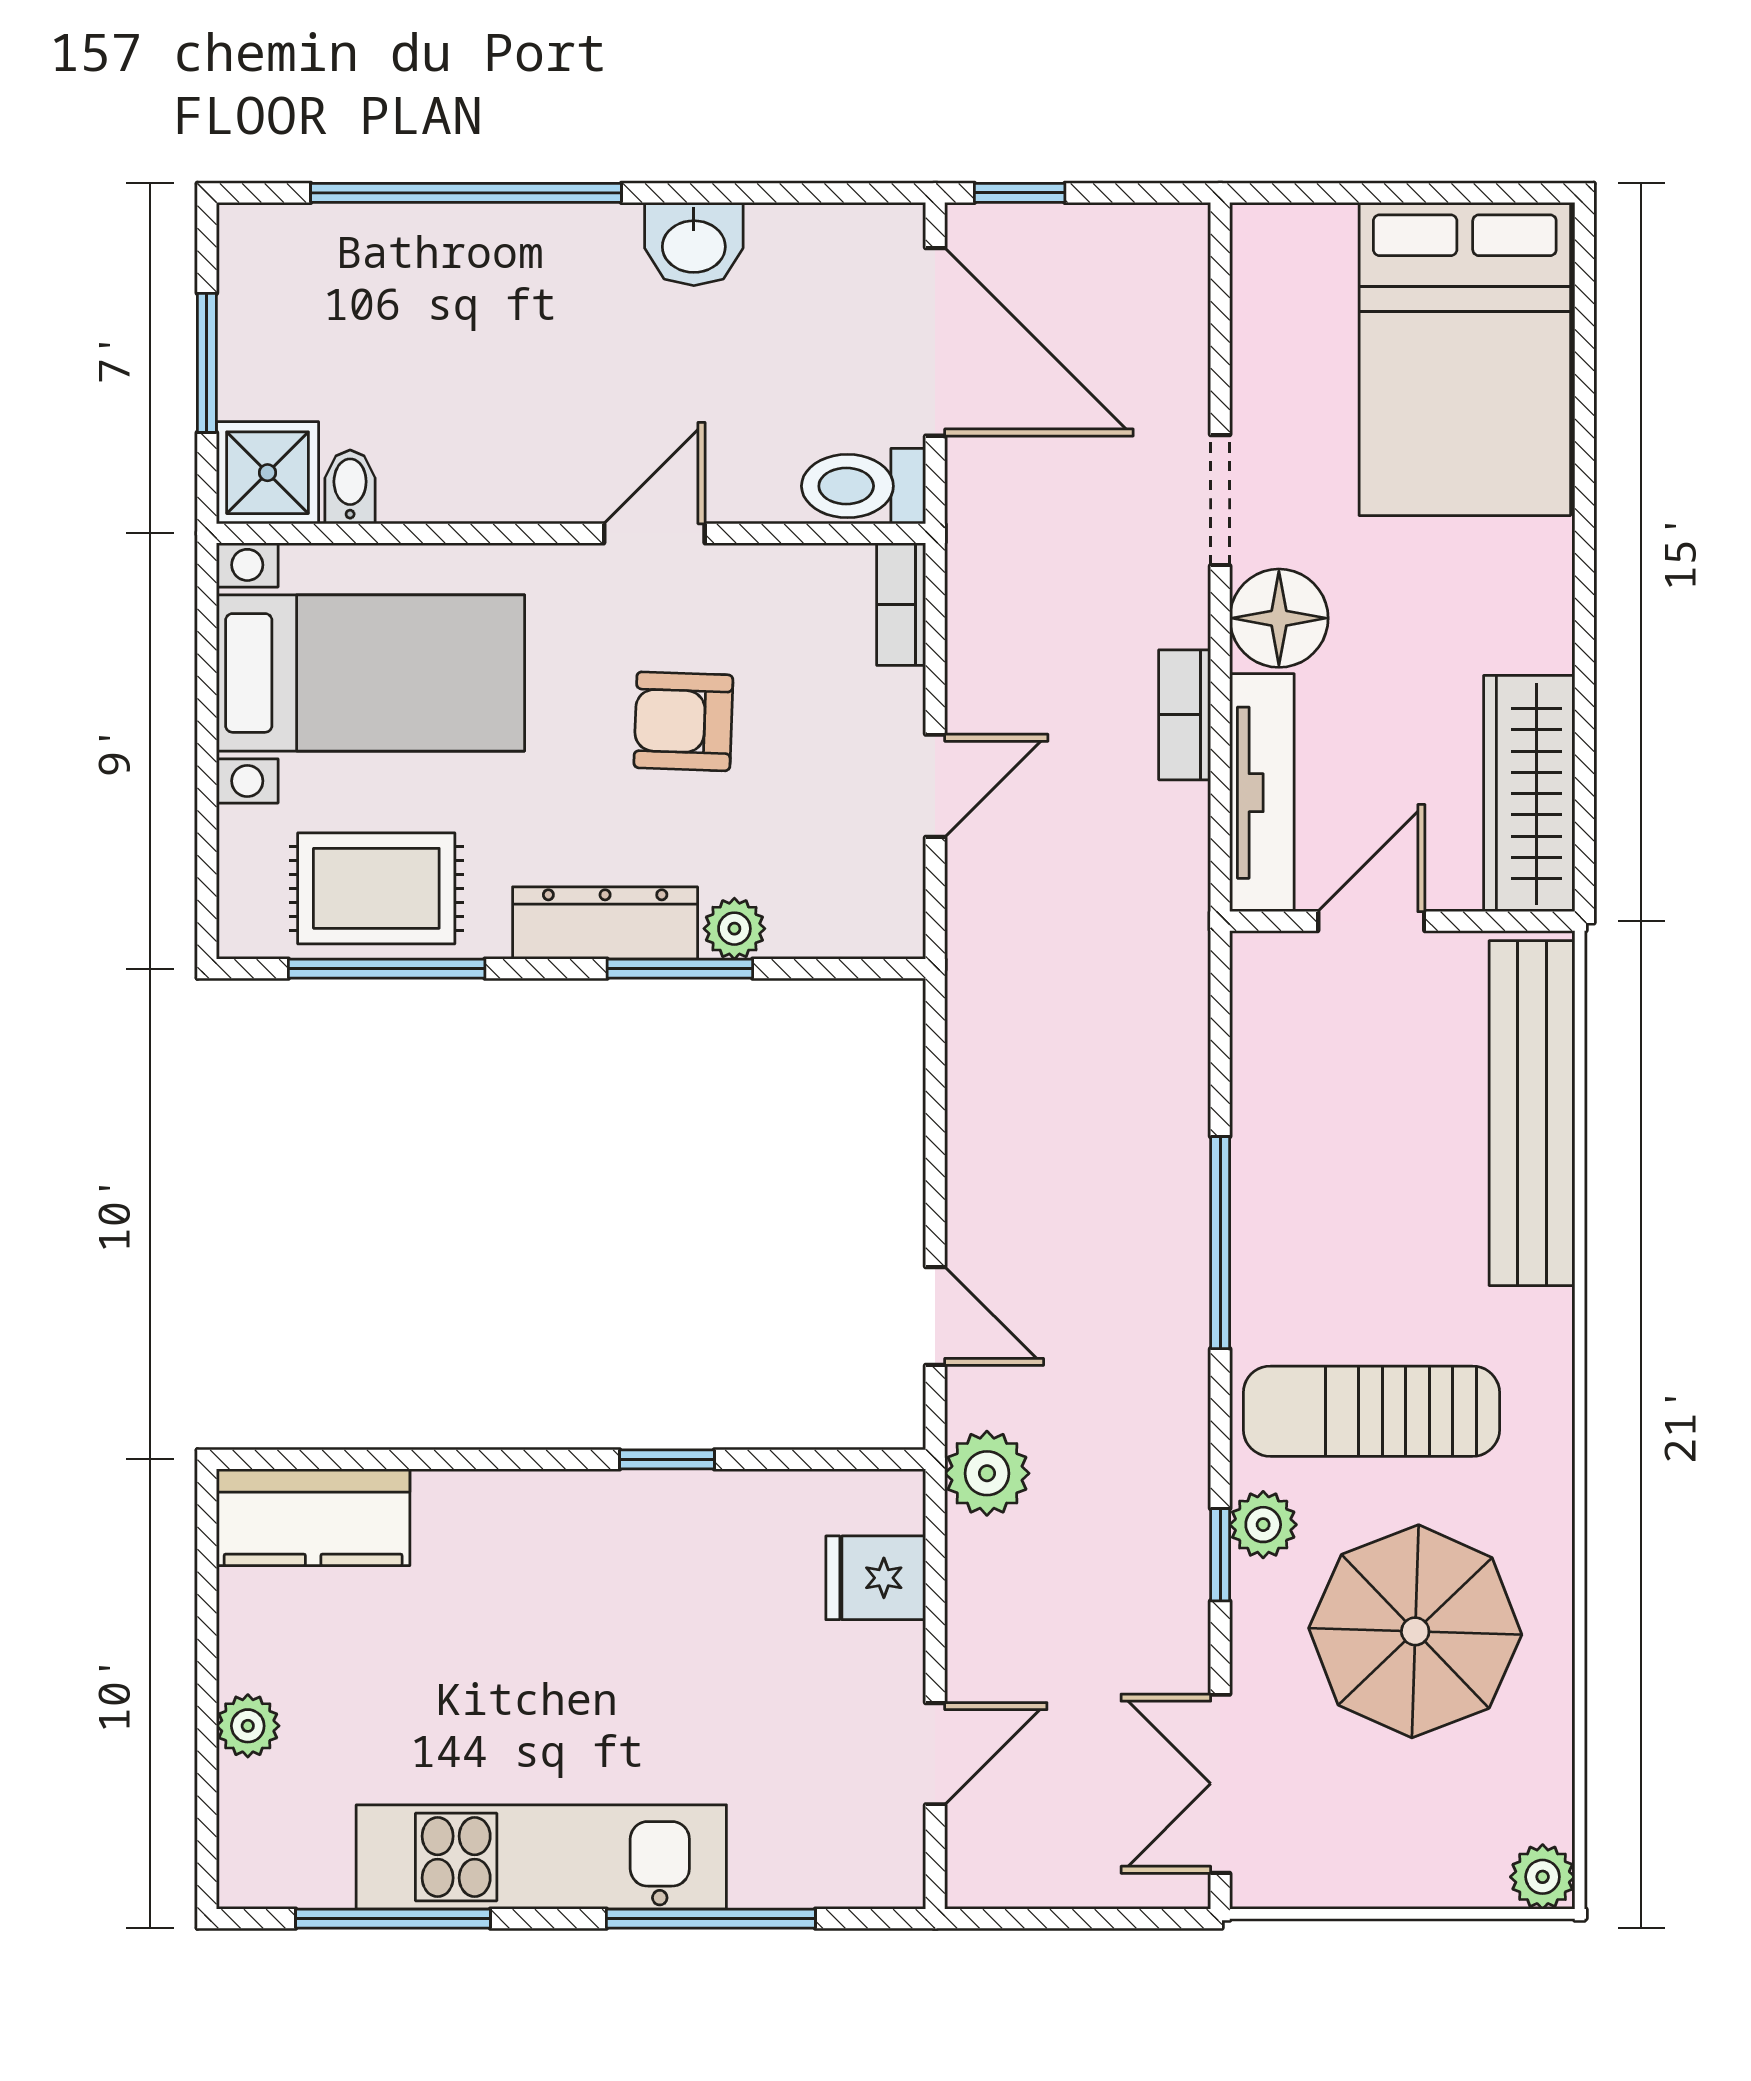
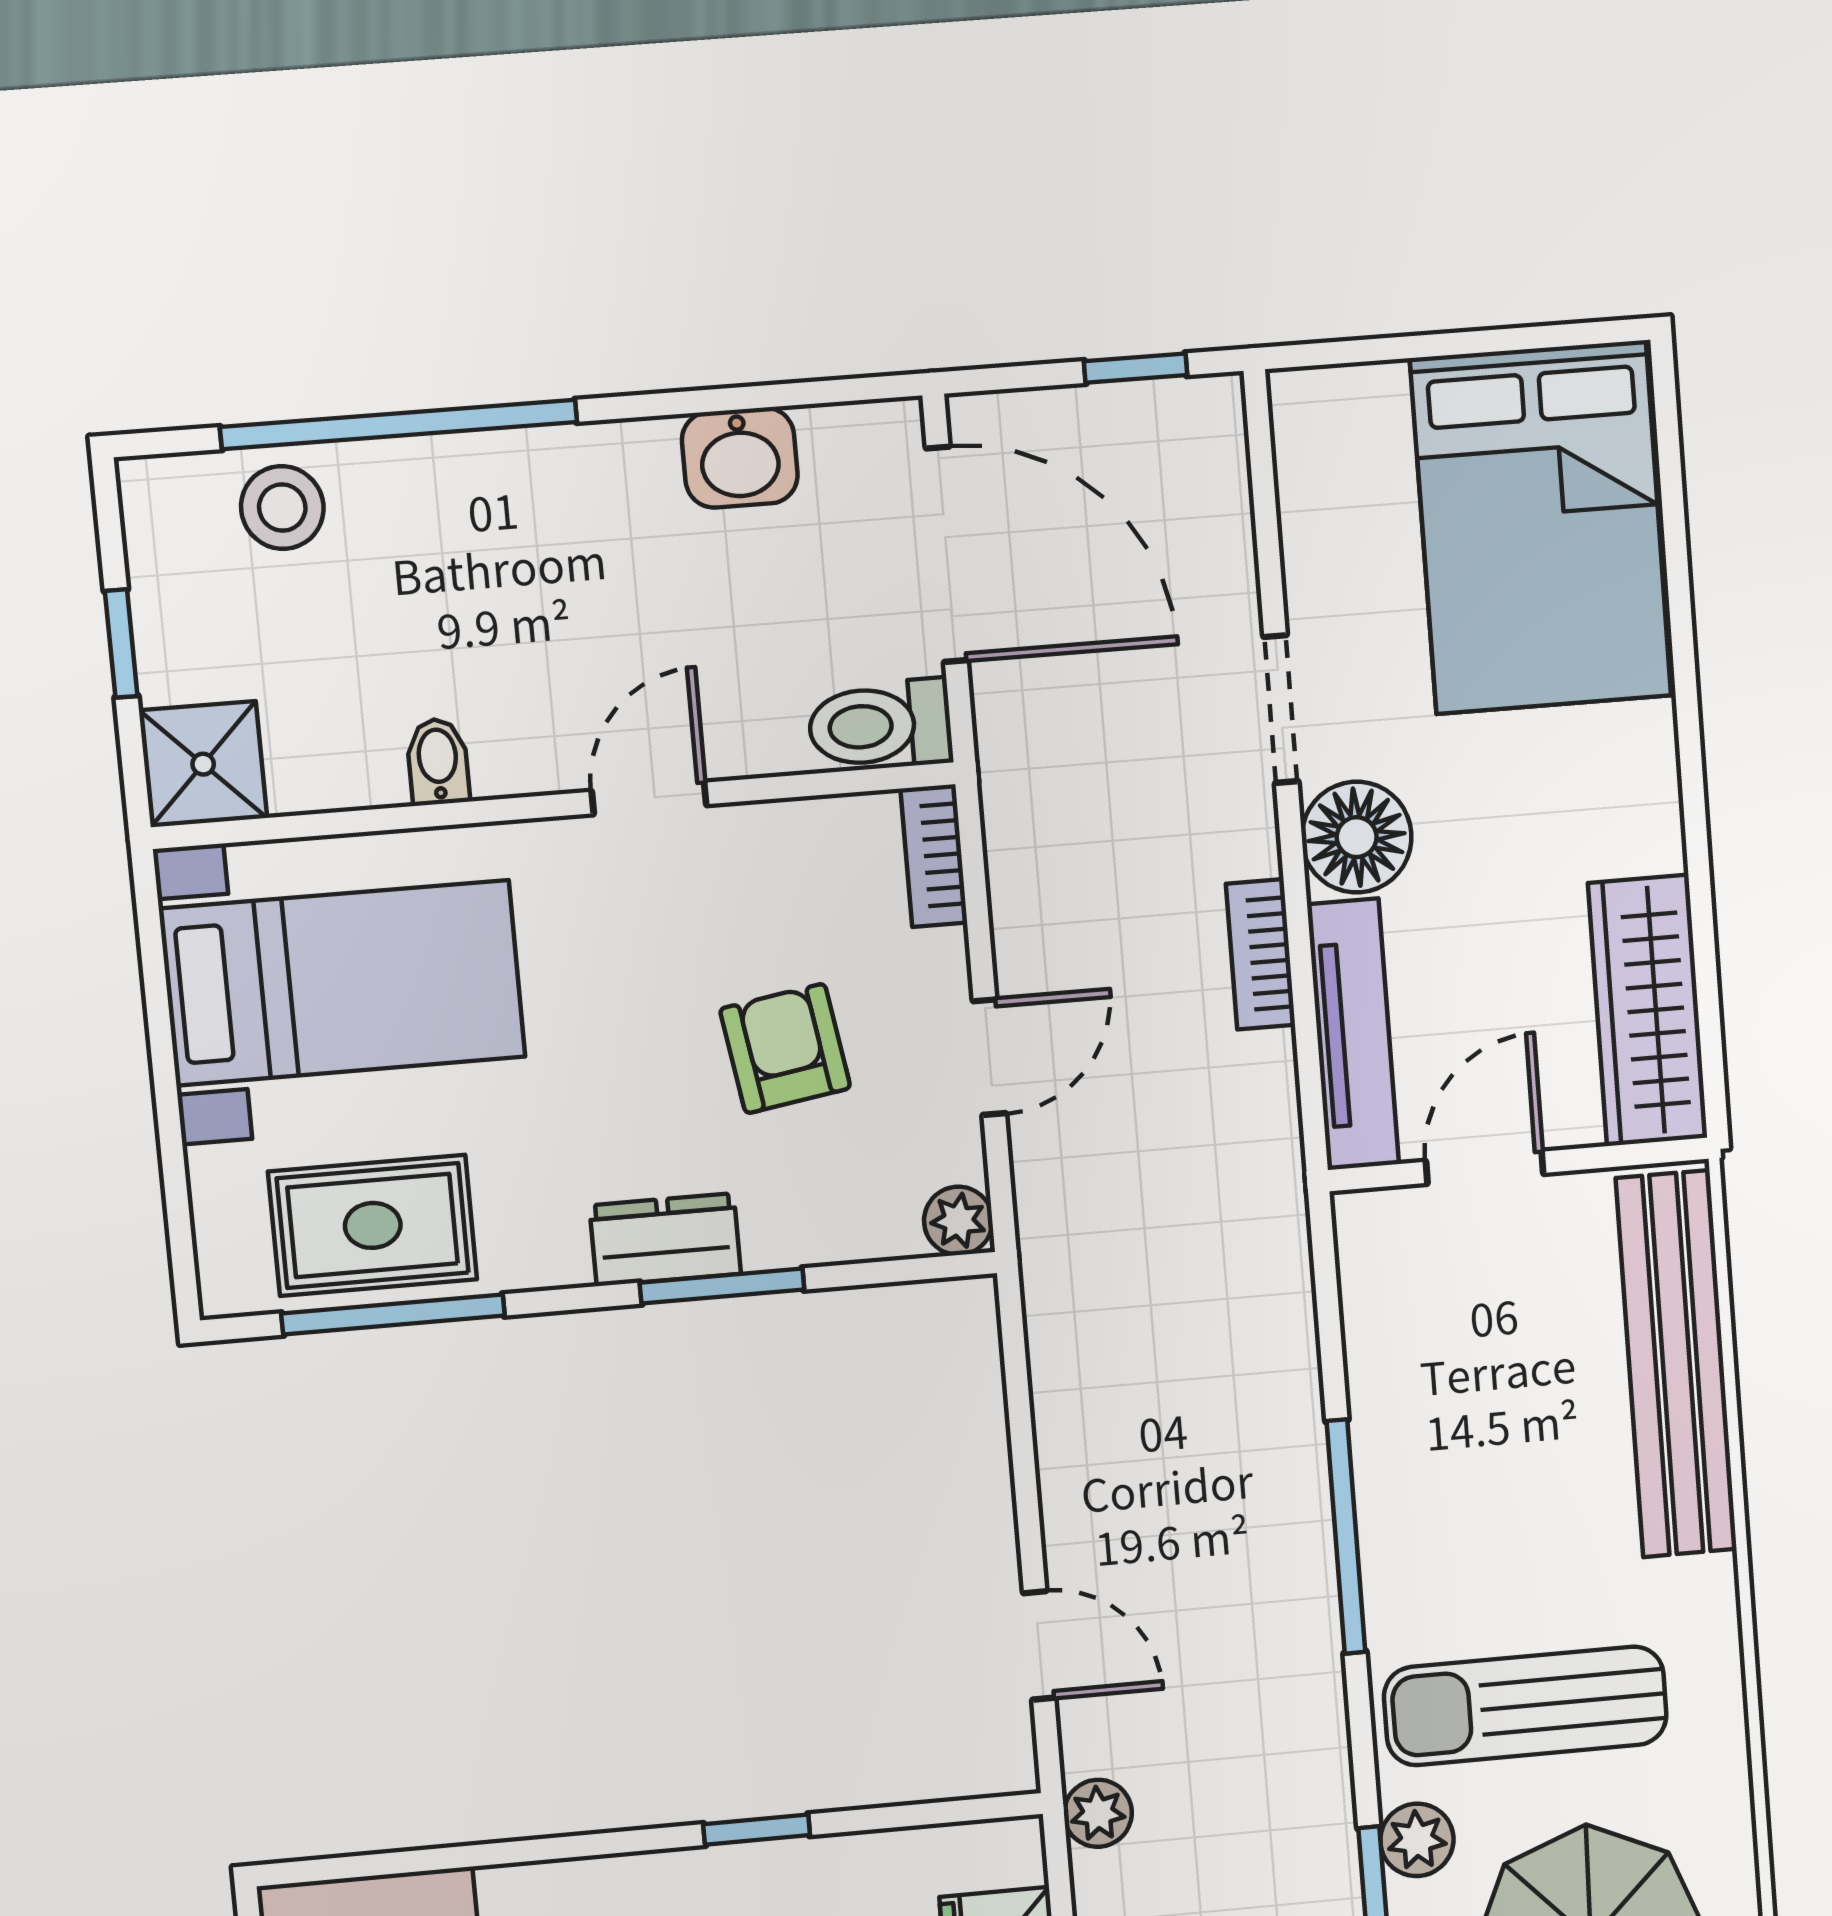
window: (1020, 193) -> (1136, 368), moved
washbasin: (694, 244) -> (740, 458), moved
stool: (358, 257) -> (282, 508), added
window: (207, 363) -> (121, 644), width x0.67
bidet: (350, 487) -> (438, 762), moved
armchair: (683, 721) -> (785, 1049), moved, turned 79
dresser: (605, 923) -> (665, 1240), width x0.70
plant: (734, 929) -> (958, 1221), moved
plant: (987, 1473) -> (1098, 1813), width x0.73, depth x0.73

